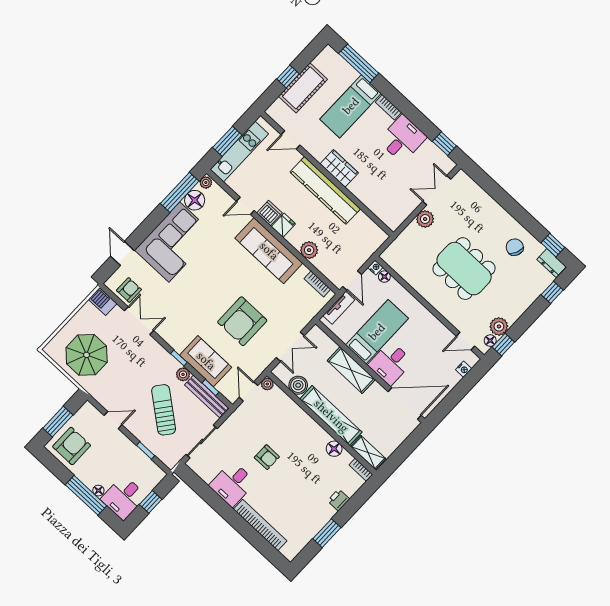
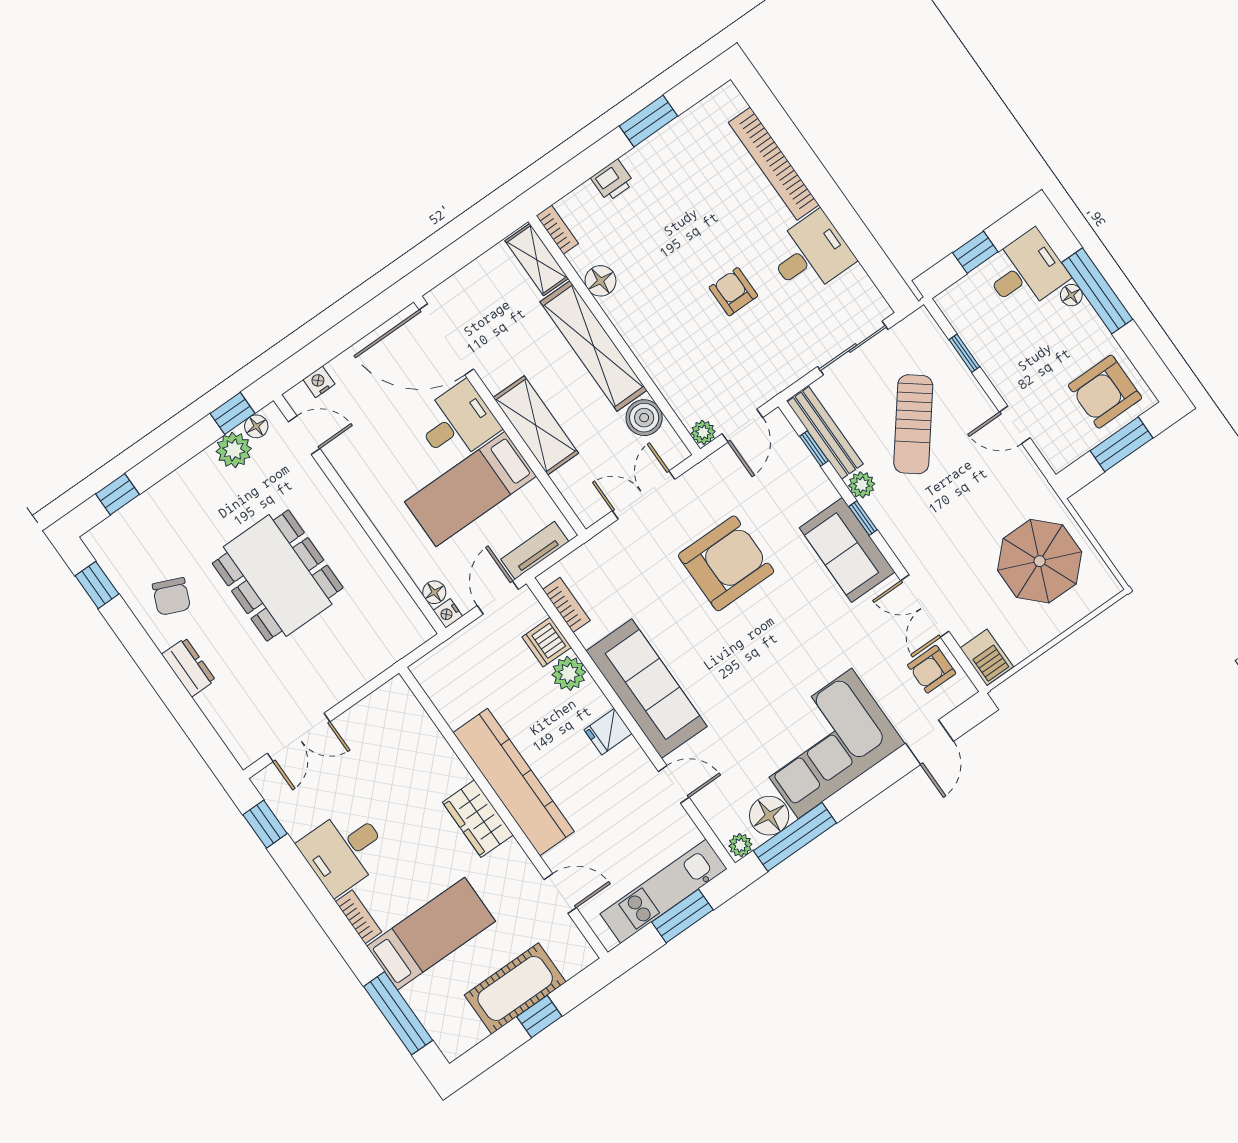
dishwasher: (269, 213) -> (547, 642), moved
plant: (425, 219) -> (333, 687), removed
dresser: (552, 263) -> (188, 667), moved
sofa: (206, 361) -> (847, 550), moved

